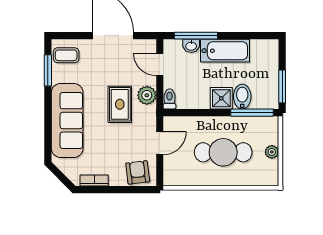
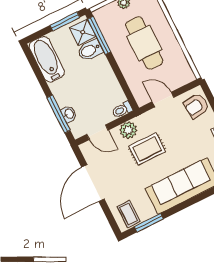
bathtub: (225, 51) -> (47, 59), moved
door: (160, 64) -> (97, 132), hinge flipped
shower: (221, 98) -> (83, 32), moved

